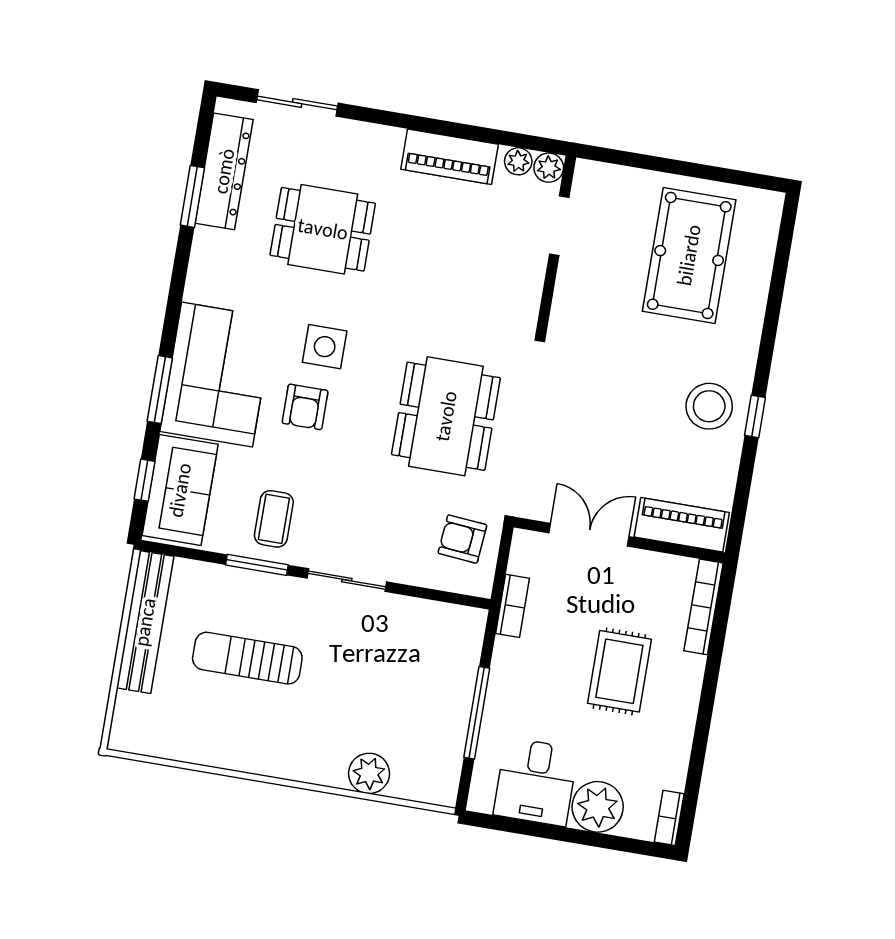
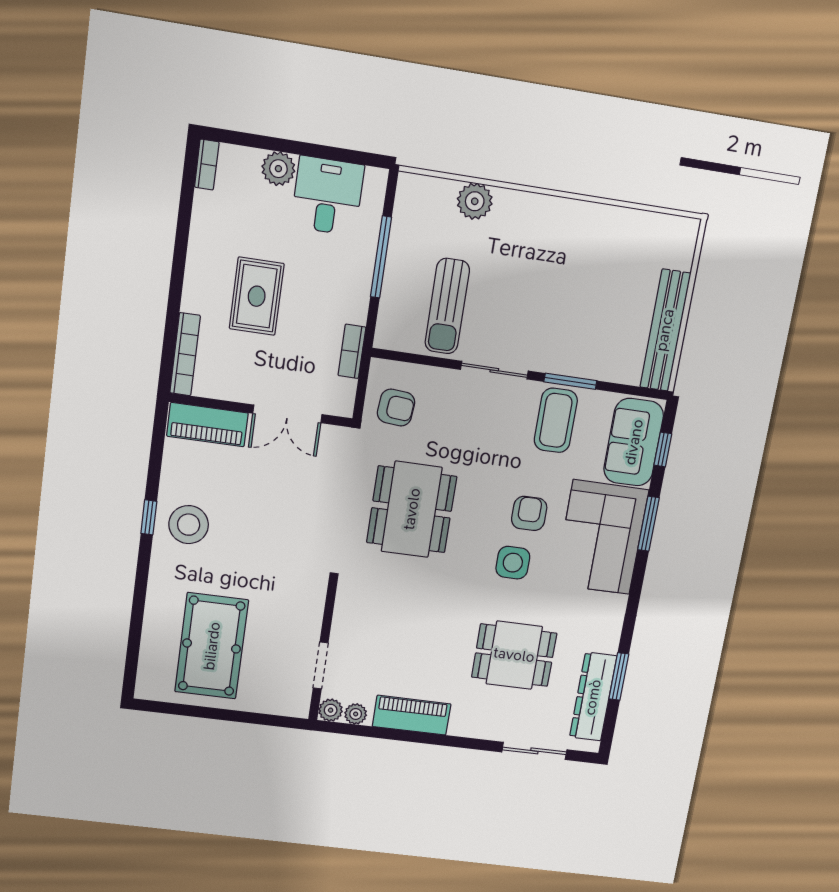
coffee table: (274, 519) -> (556, 420), width x1.36, depth x1.30
sun lounger: (247, 658) -> (447, 306), moved, turned 90
plant: (598, 807) -> (278, 169), width x0.73, depth x0.73

